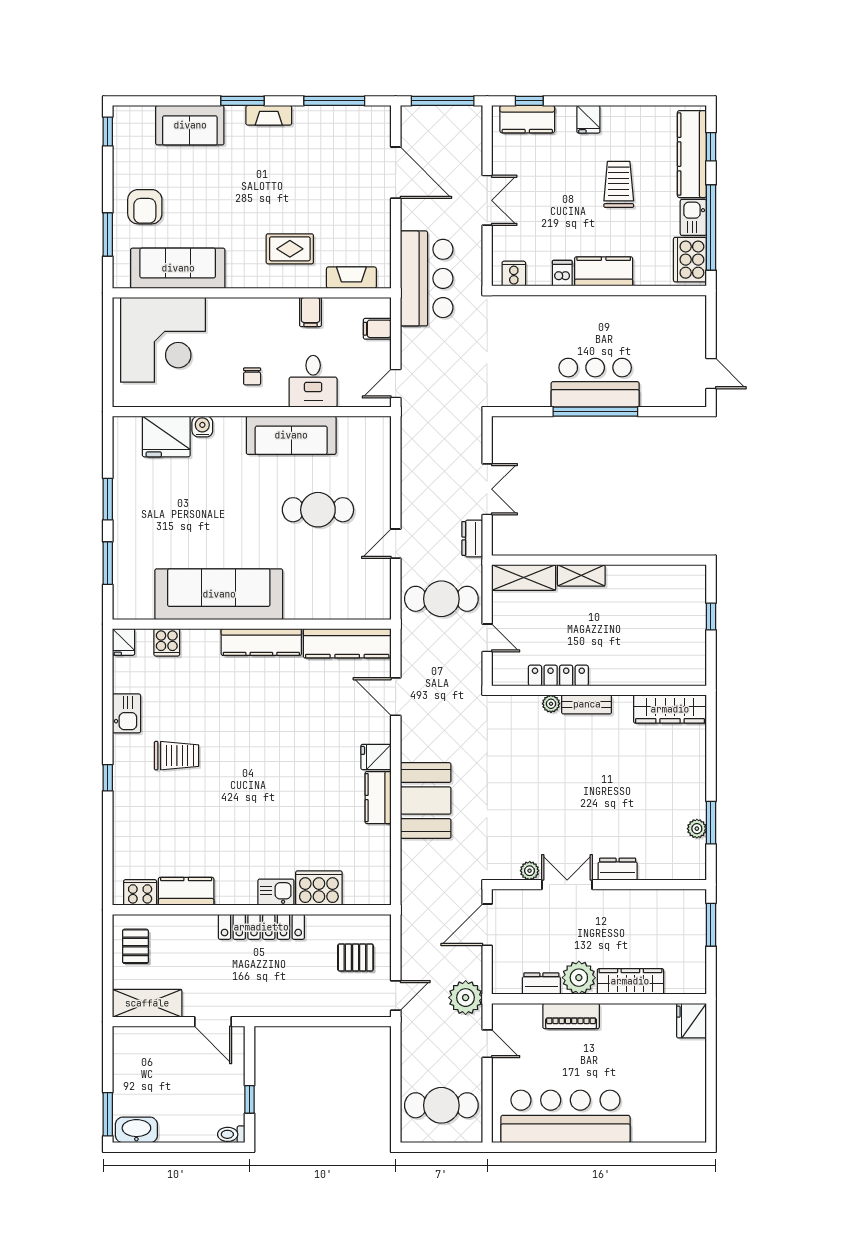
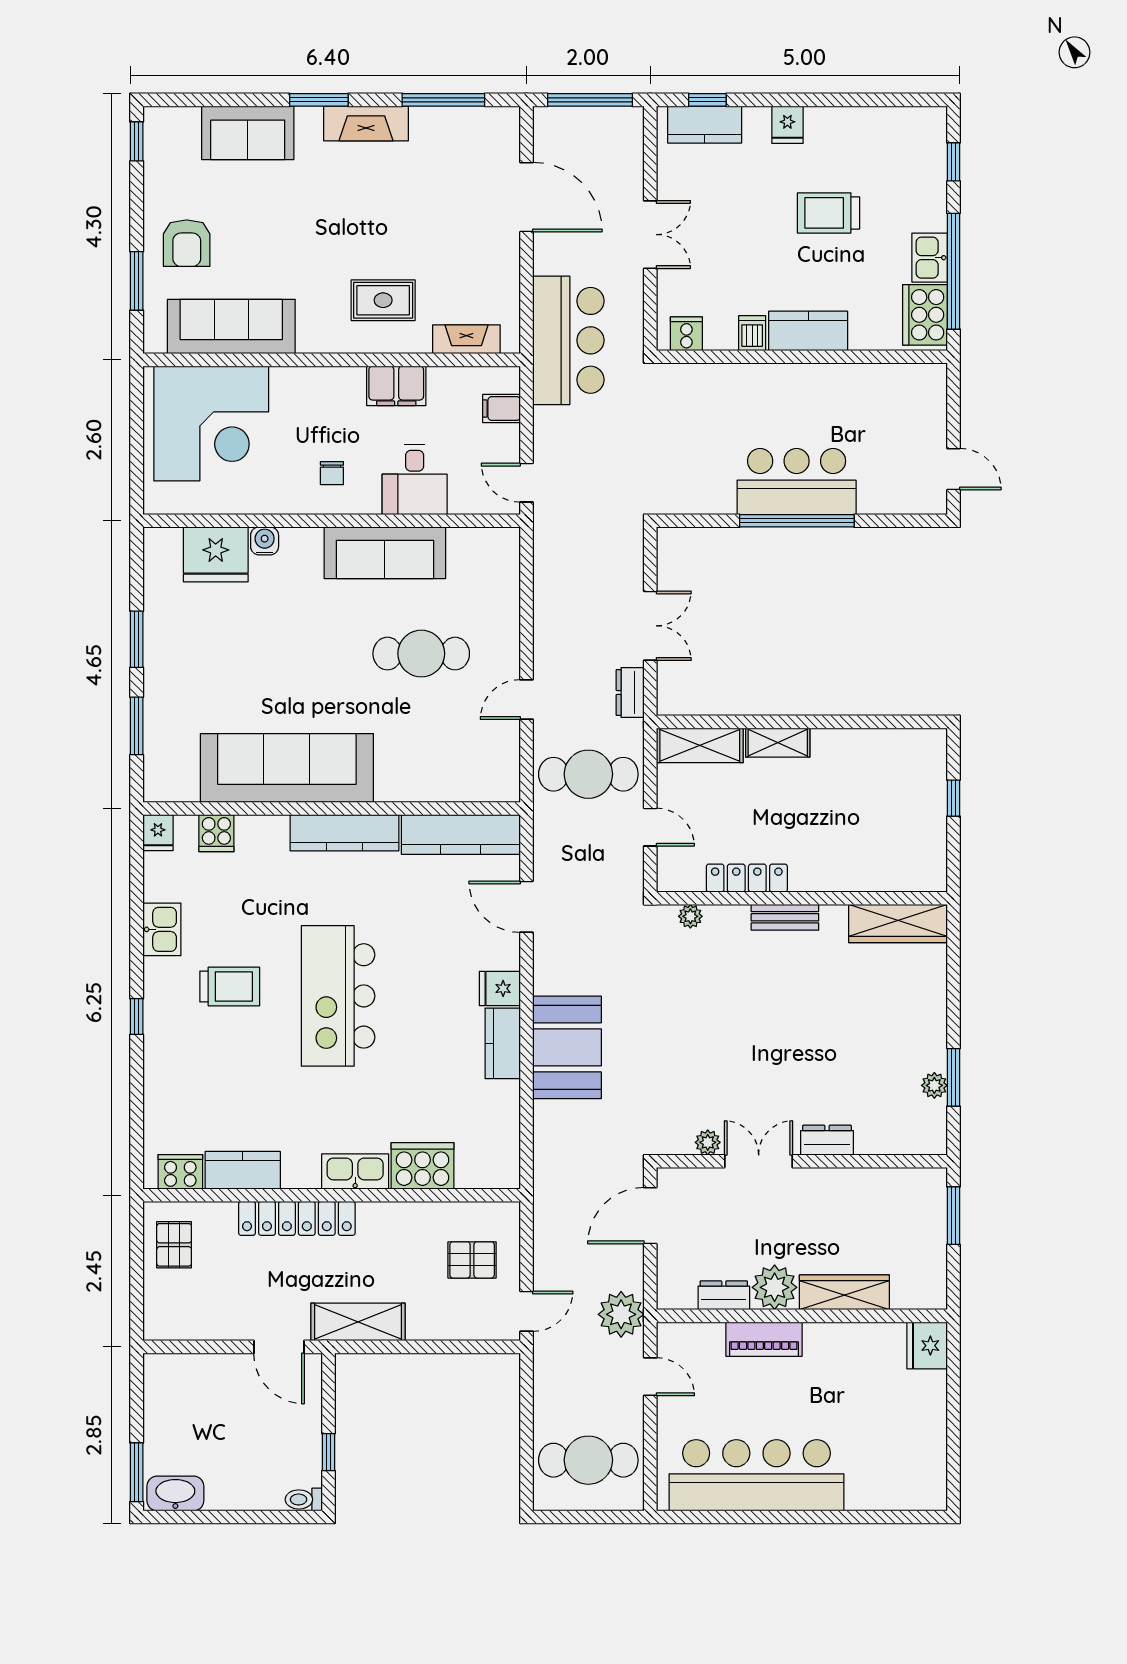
fireplace: (269, 115) -> (366, 124), width x1.37, depth x1.32
kitchen counter: (692, 154) -> (928, 172), removed
trolley: (619, 184) -> (829, 213), turned -90
filing cabinet: (310, 312) -> (396, 386), width x2.00
door: (396, 384) -> (526, 483), hinge flipped
plant: (551, 704) -> (690, 916), moved
kitchen island: (257, 763) -> (338, 996), added
kitchen sink: (276, 892) -> (355, 1171), width x1.38
locker: (261, 927) -> (297, 1218), moved
shelving: (147, 1003) -> (358, 1322), moved

